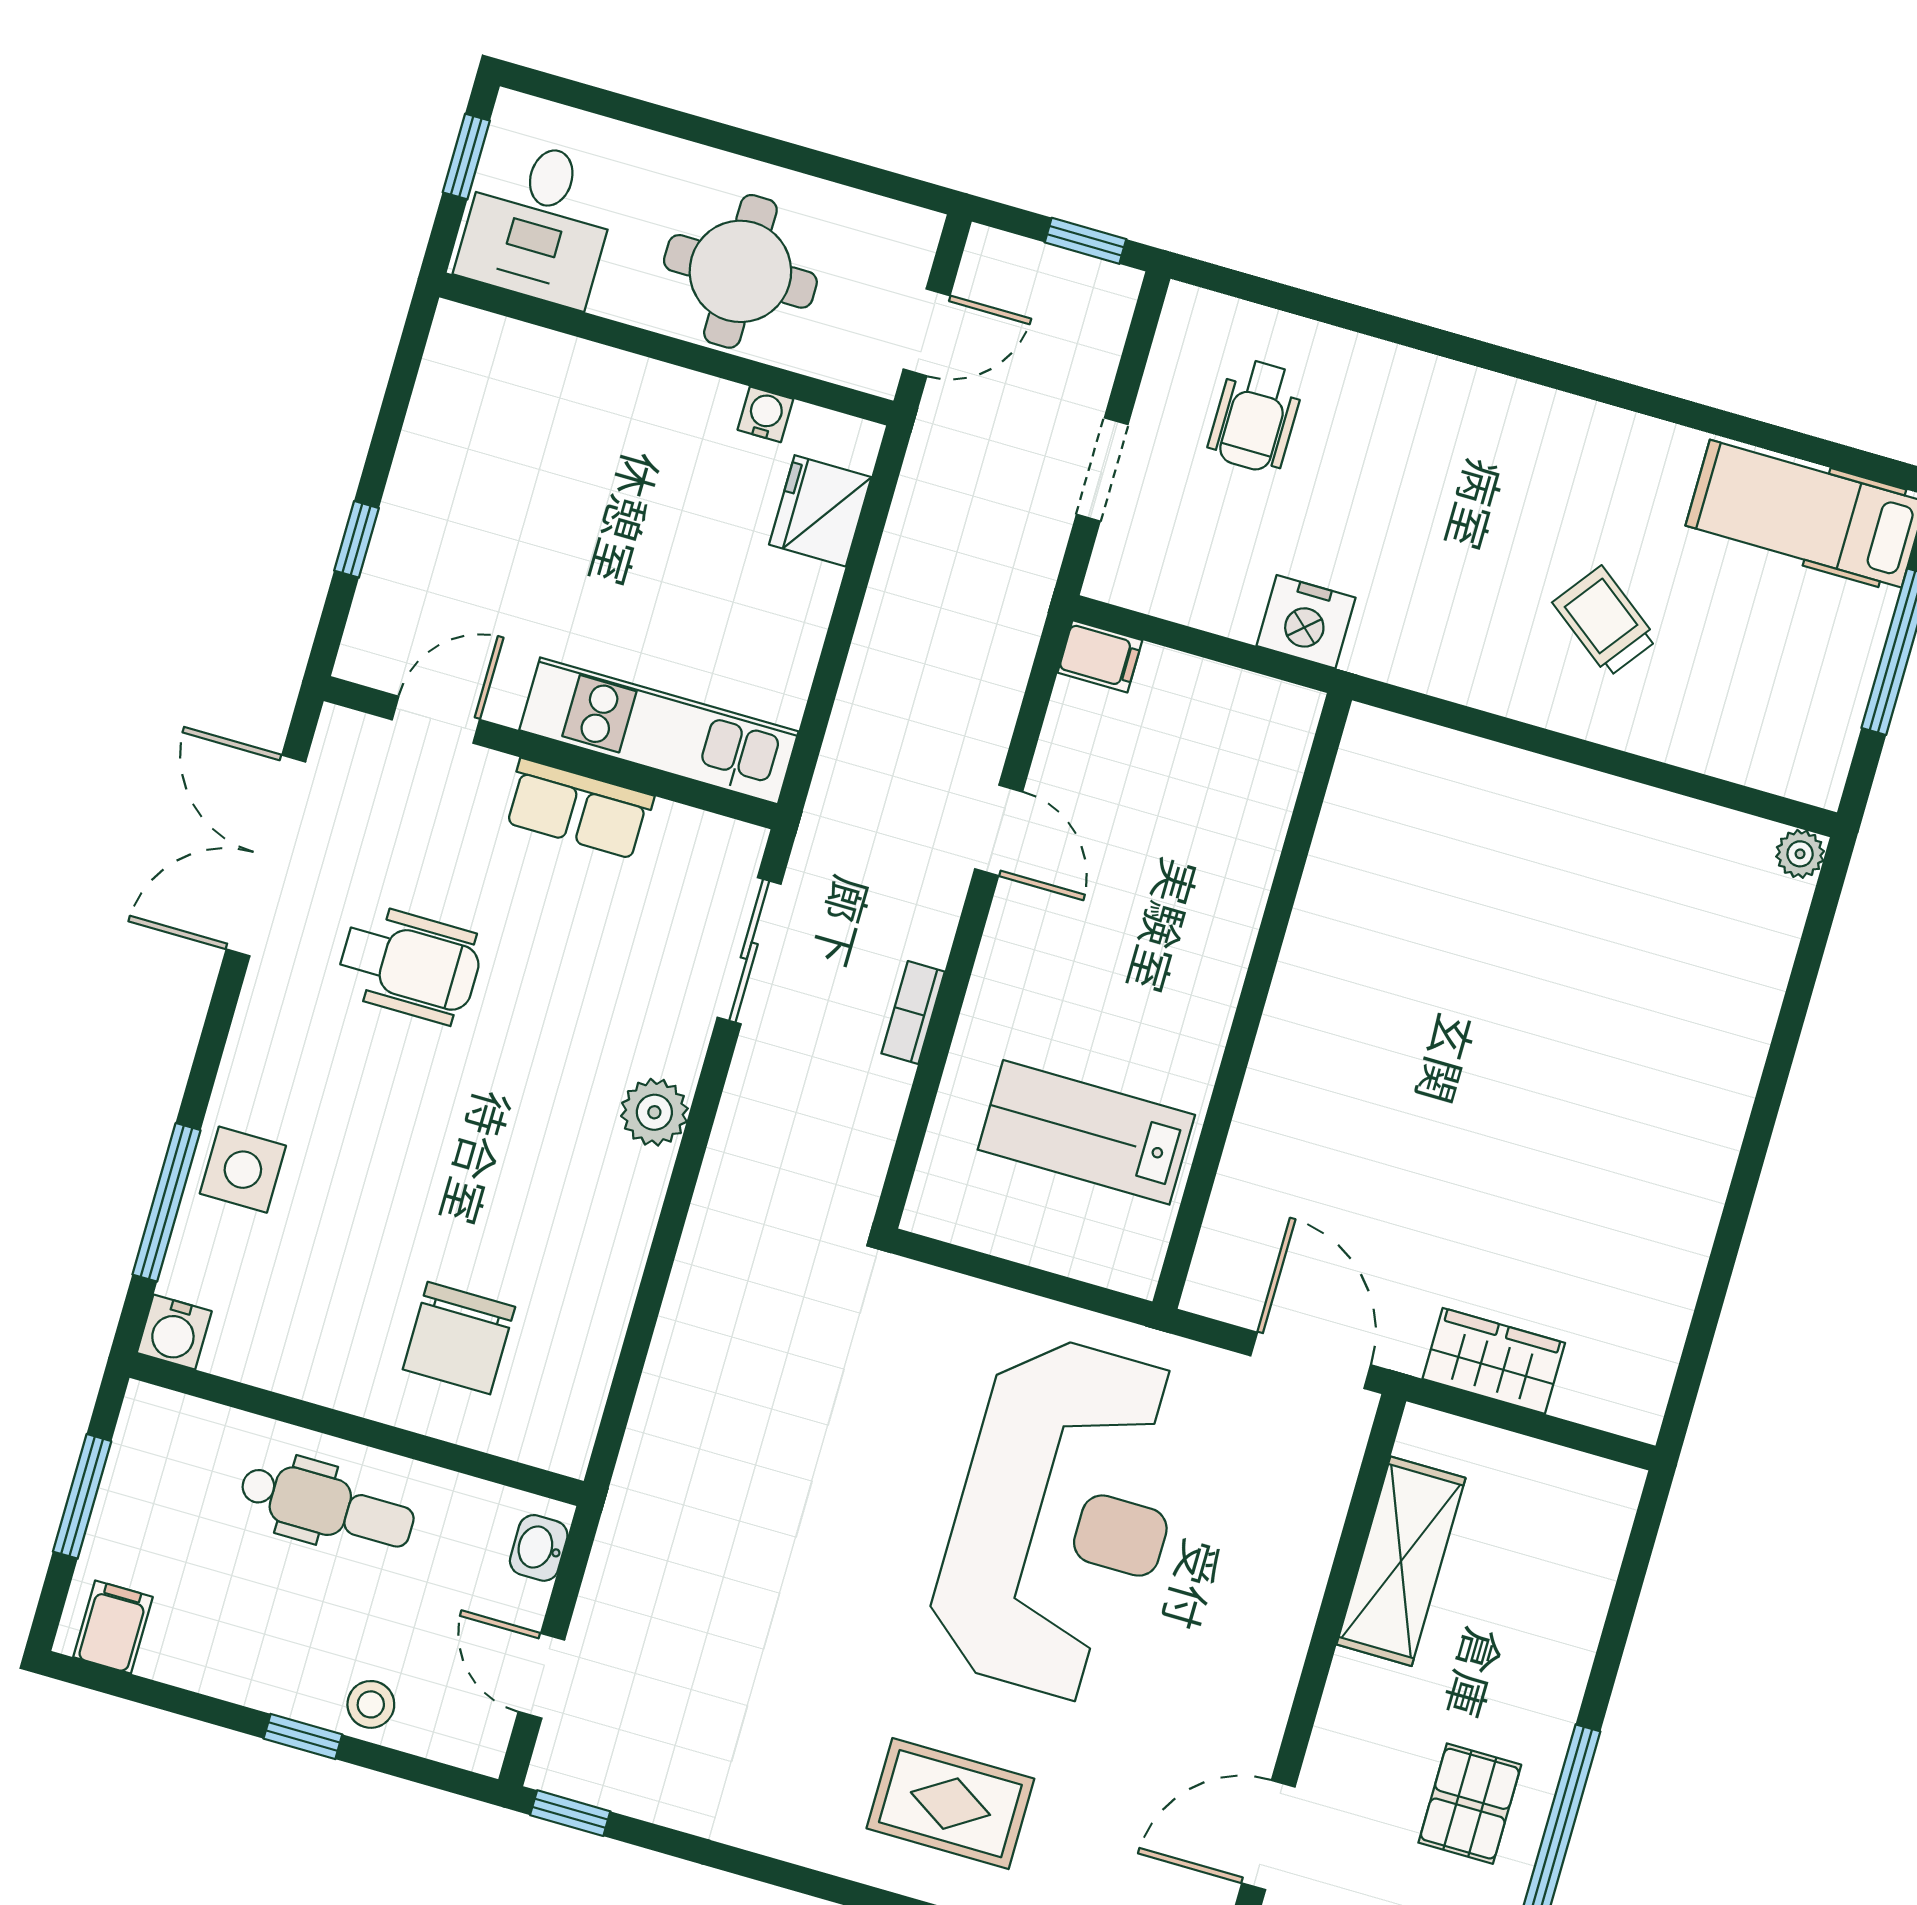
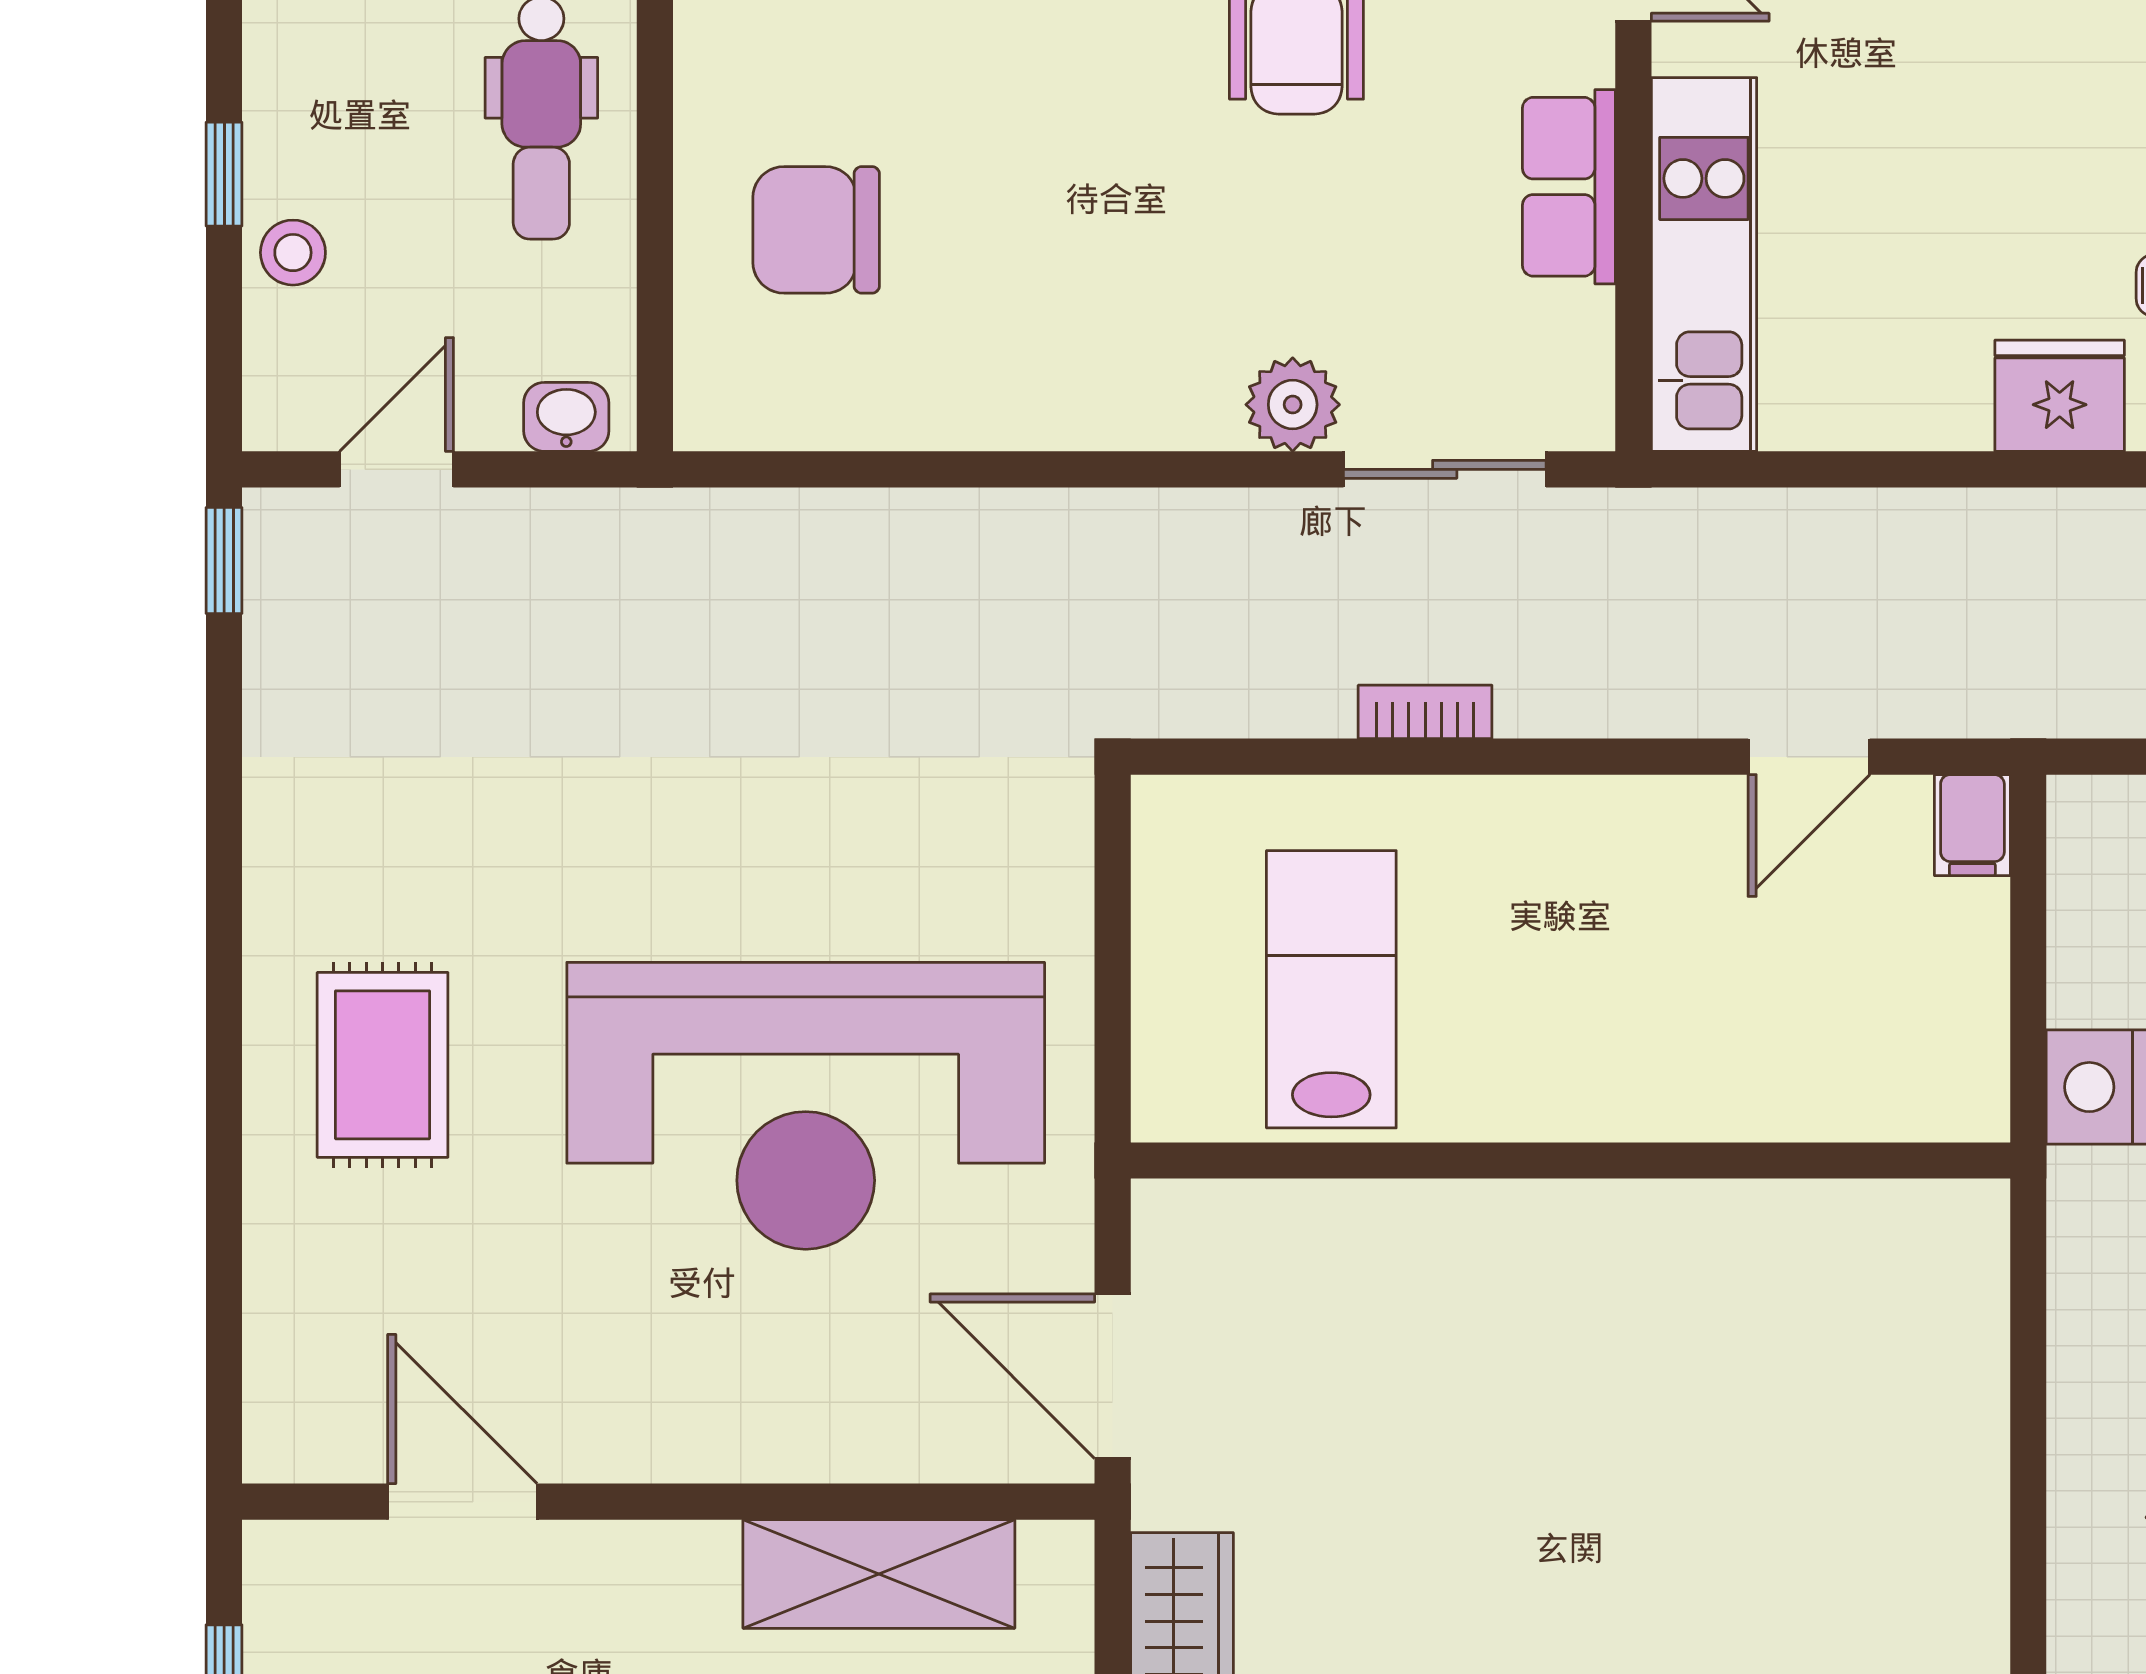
door: (999, 830) -> (1809, 757), moved
plant: (654, 1112) -> (1293, 405), moved
door: (1311, 1360) -> (1113, 1376), swing flipped

